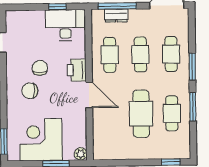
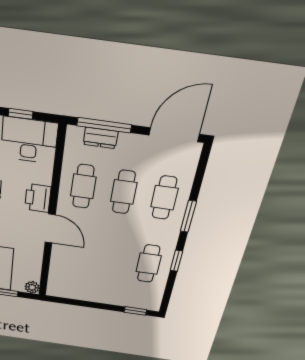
window: (193, 107) -> (176, 261), width x0.67
cafe table: (141, 114) -> (111, 258), removed

